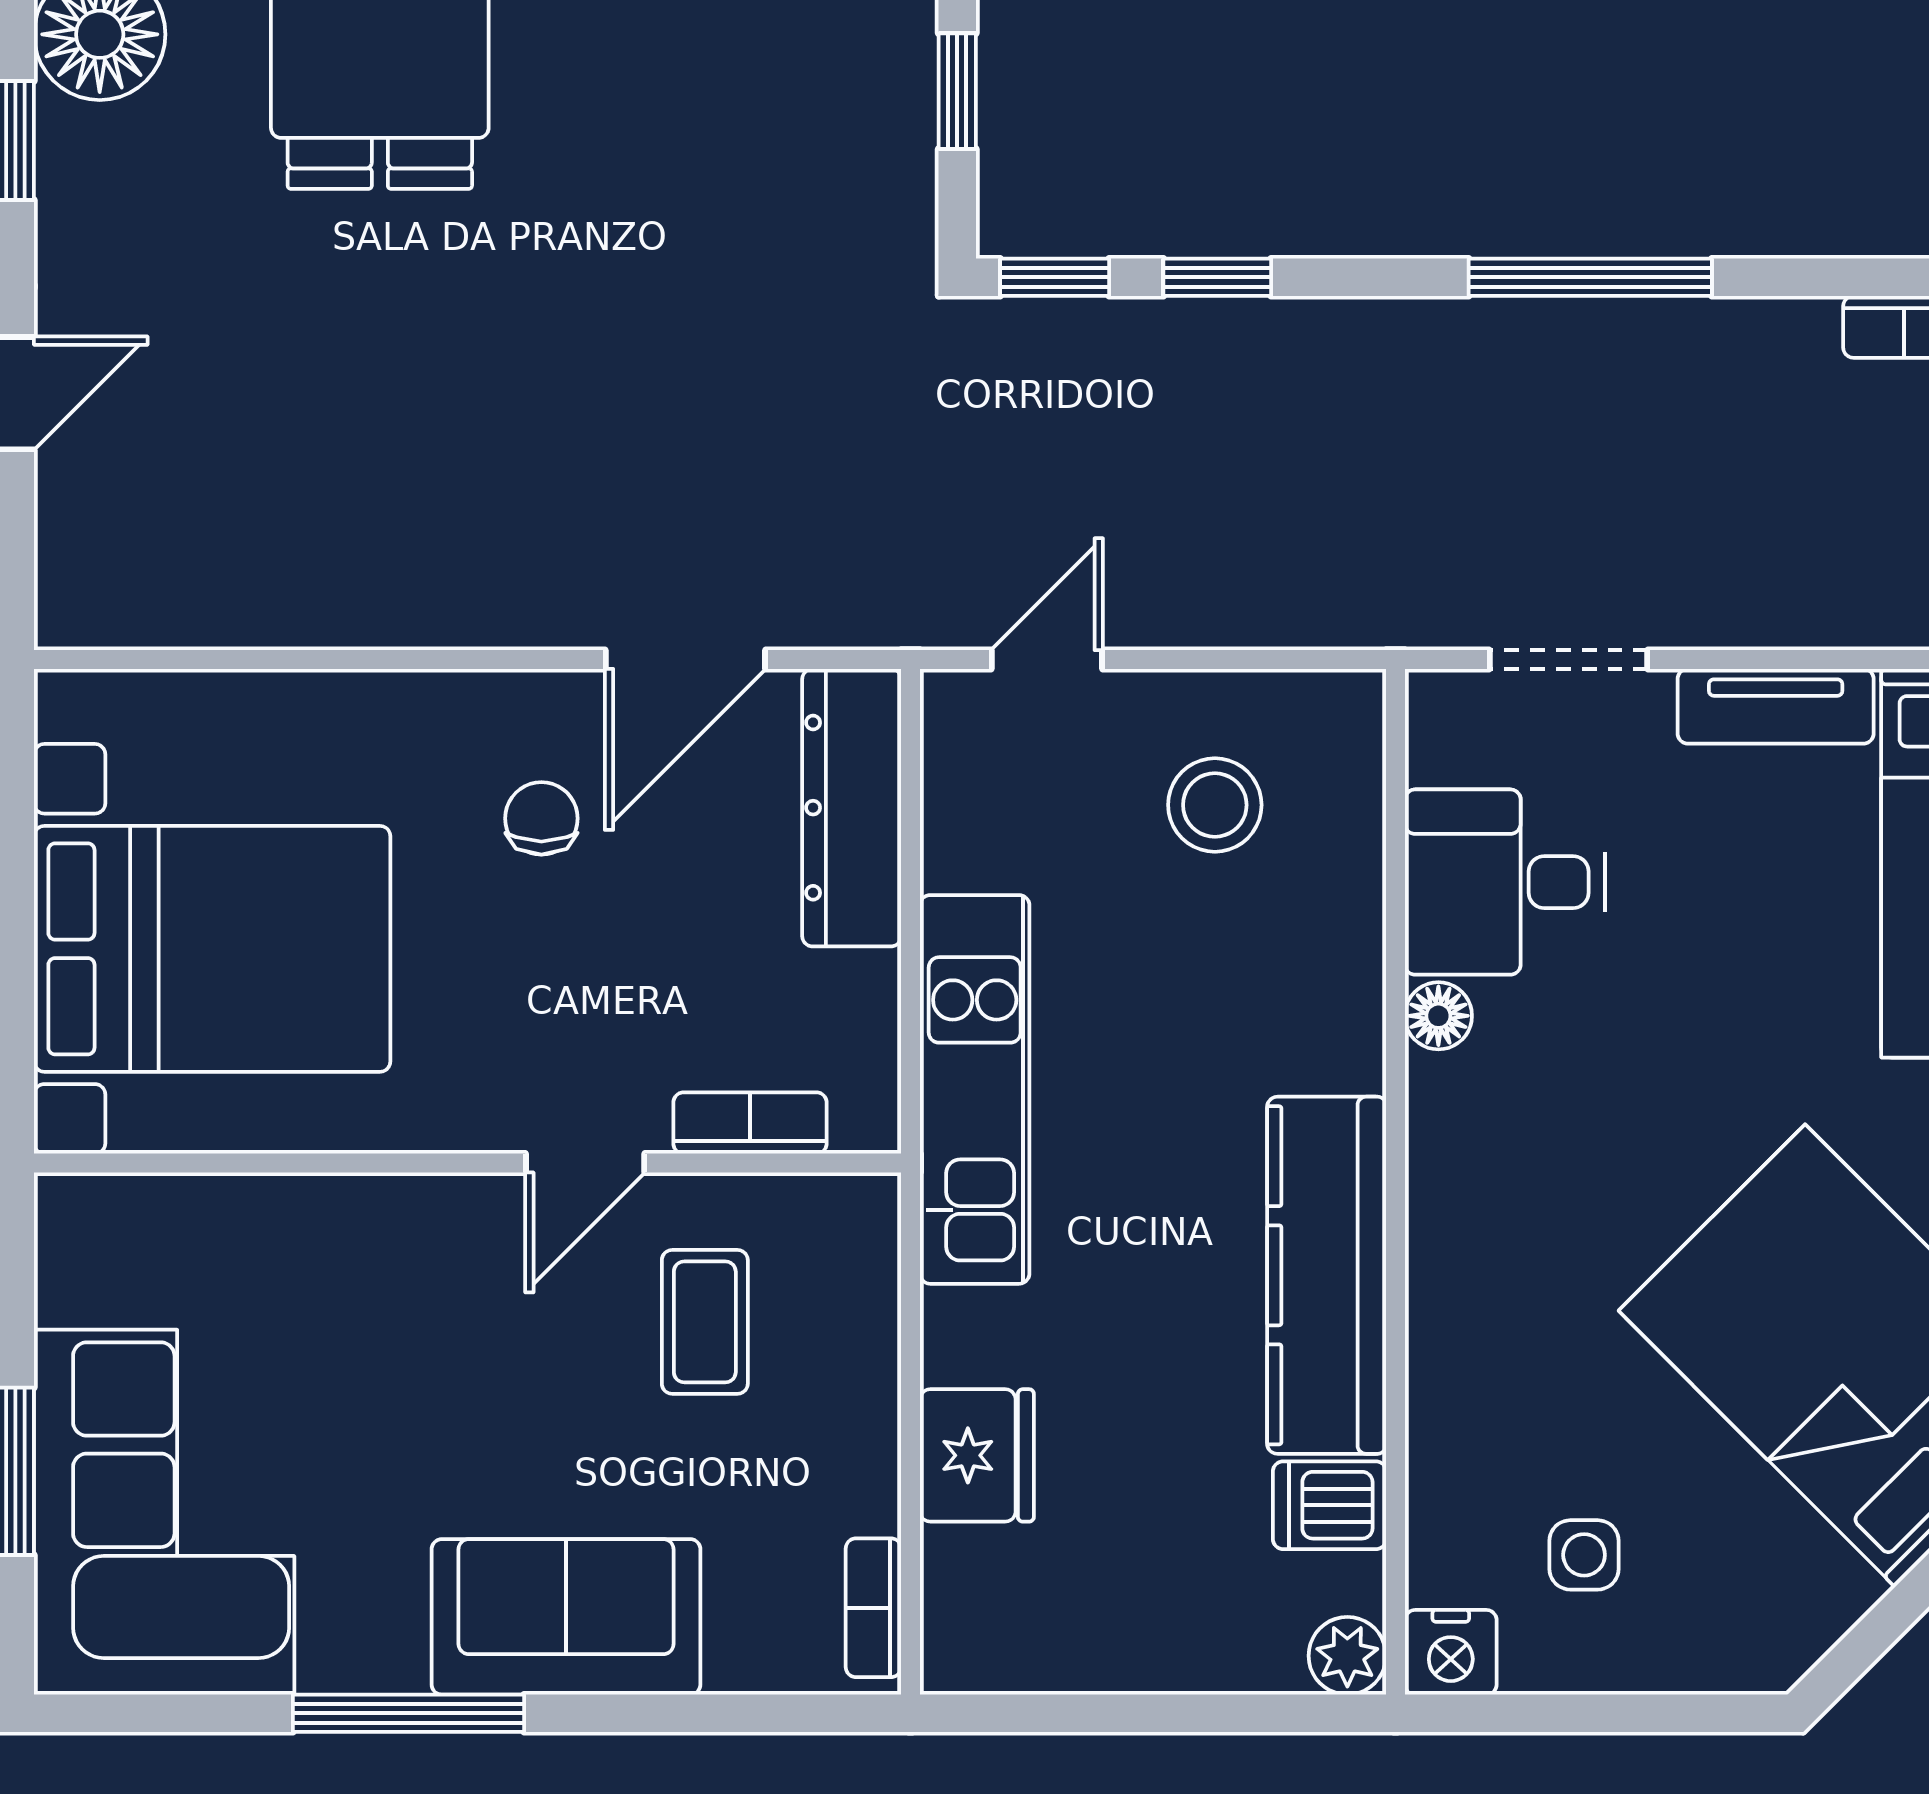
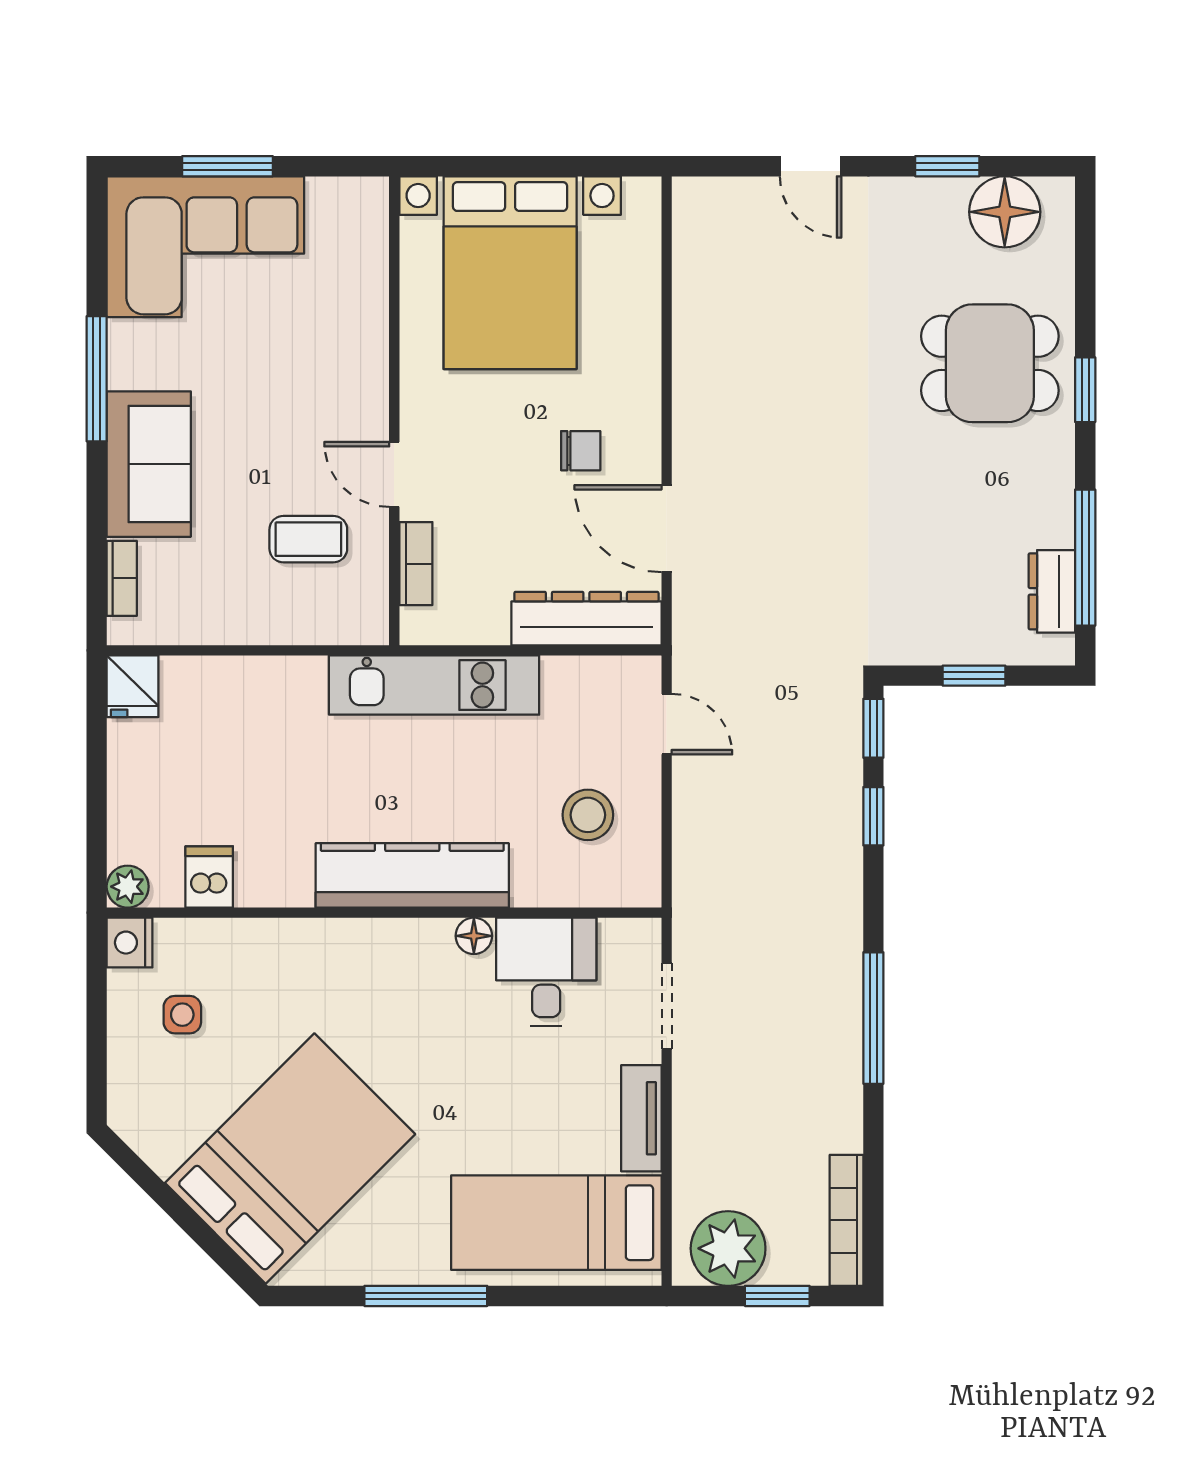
kitchen counter: (1327, 1275) -> (412, 875), moved
fridge: (977, 1455) -> (133, 686), moved, width x0.72
bookcase: (873, 1608) -> (122, 578), moved, turned 90

